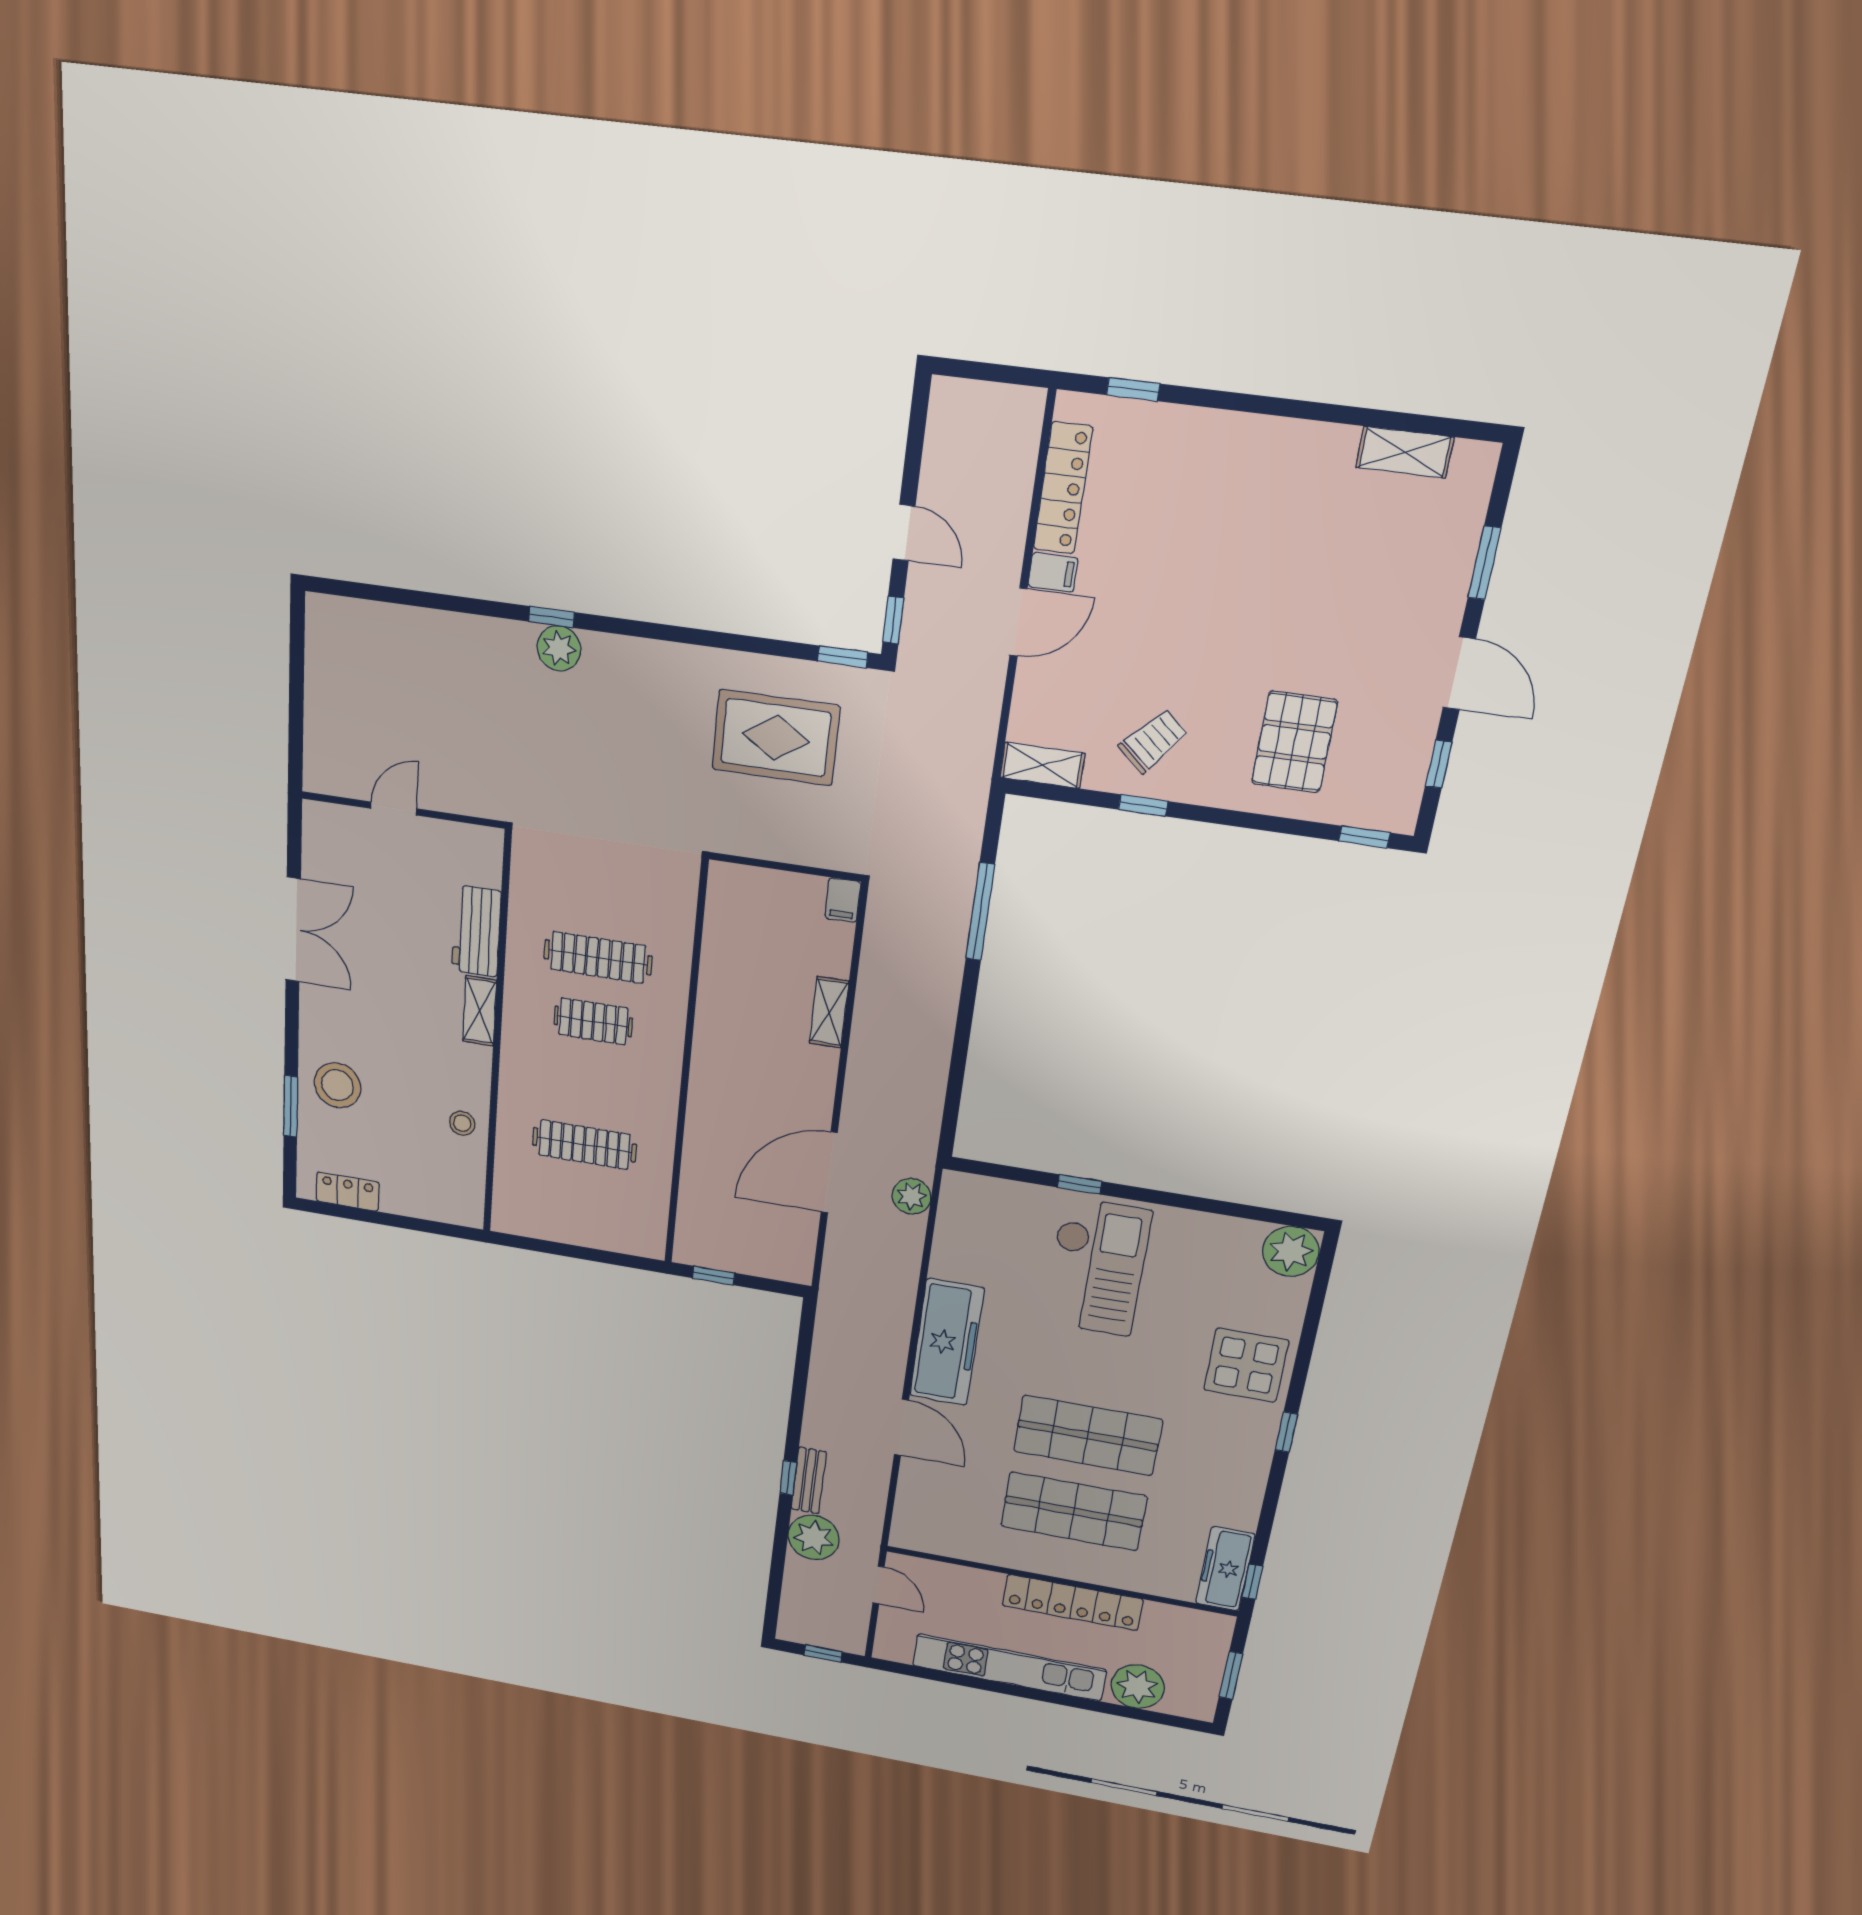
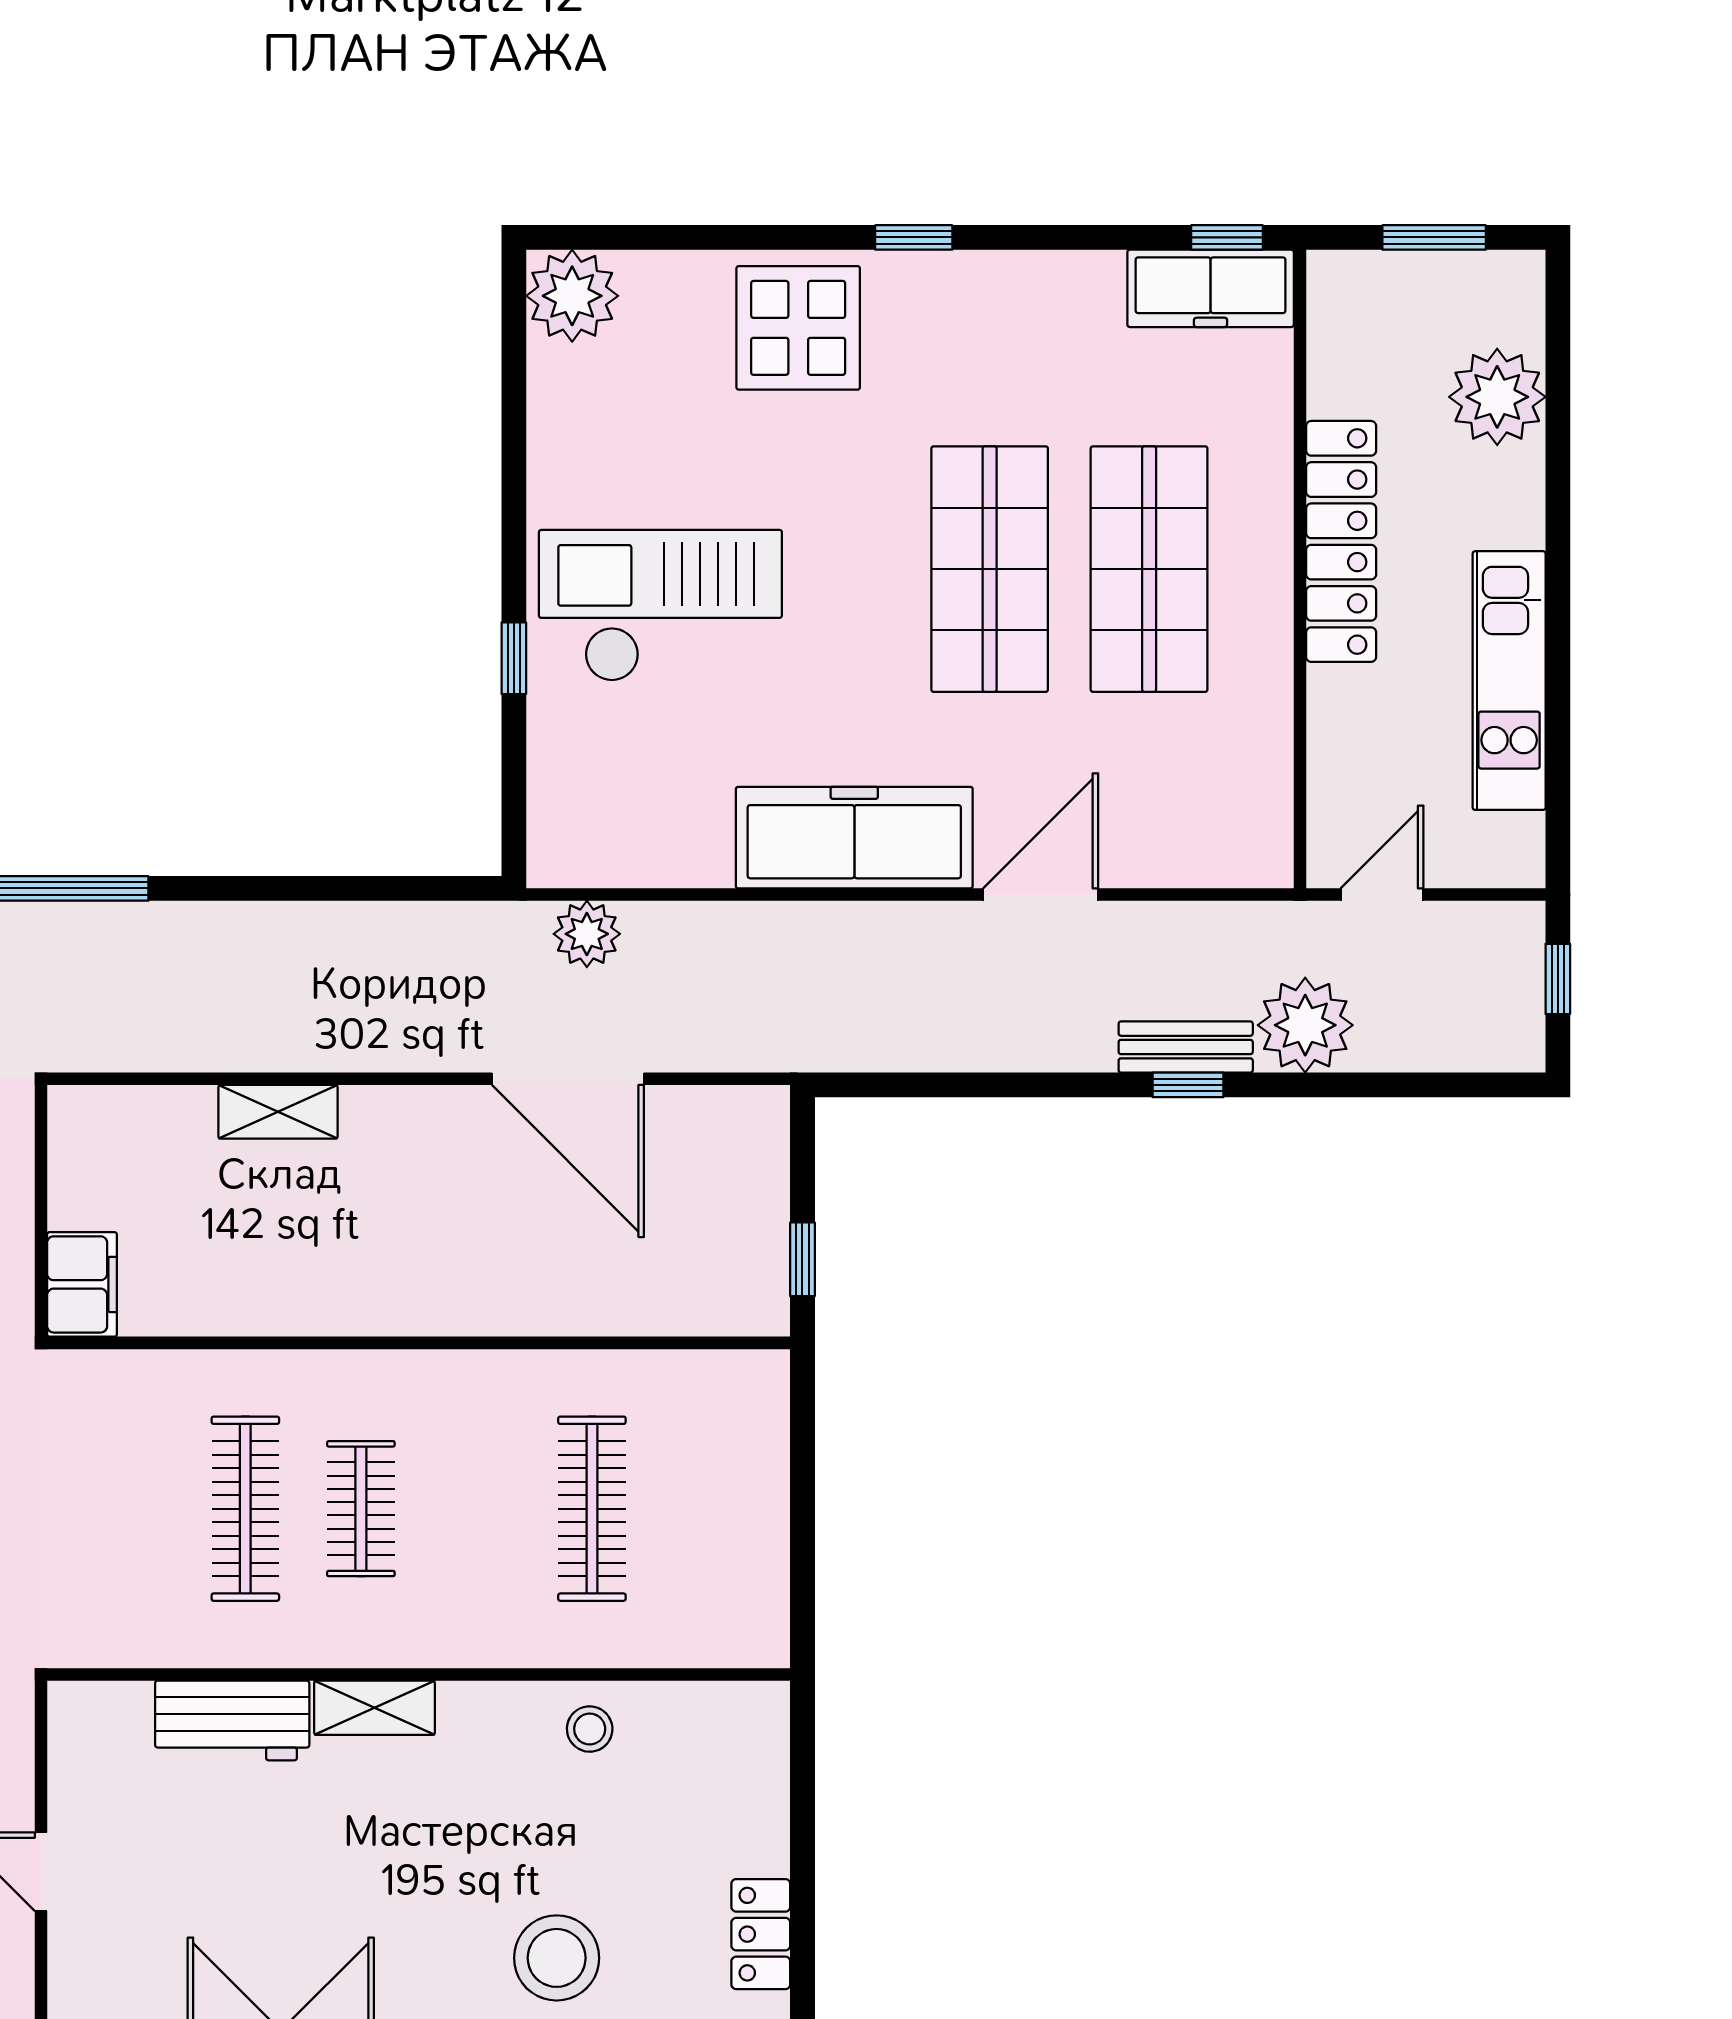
filing cabinet: (843, 900) -> (82, 1284), moved, width x2.00
kitchen unit: (1009, 1667) -> (1509, 681), width x0.73

